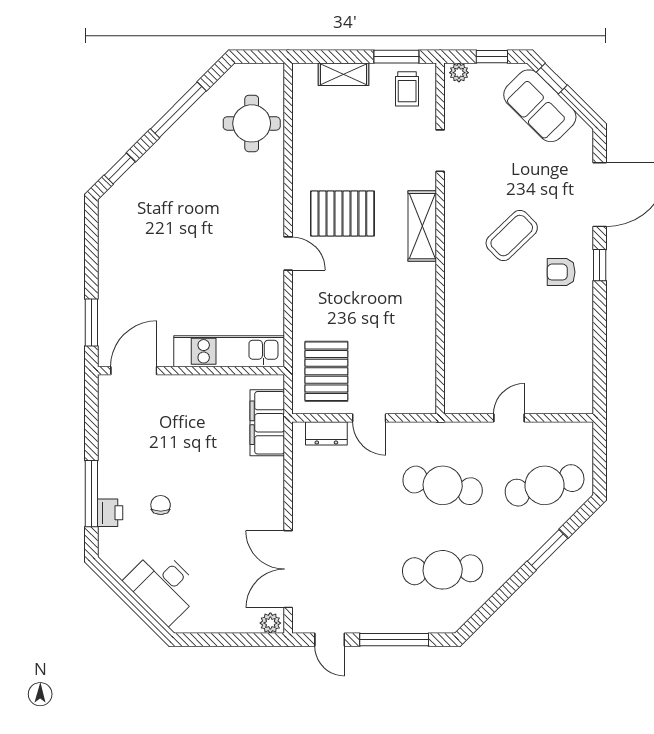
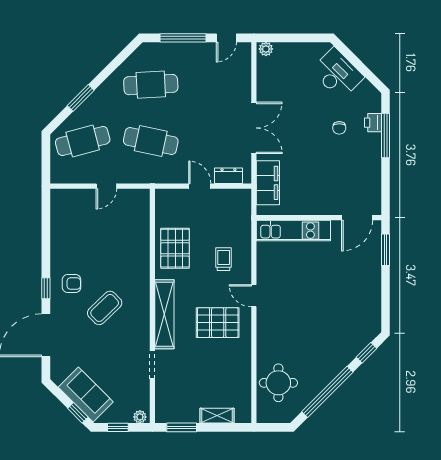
trolley: (407, 89) -> (224, 259), moved
window: (178, 110) -> (327, 392), width x1.46
shelving: (422, 226) -> (164, 314), width x1.47
pallet: (326, 371) -> (175, 248), moved
double door: (288, 569) -> (254, 128), moved
door: (330, 640) -> (226, 38), swing flipped

